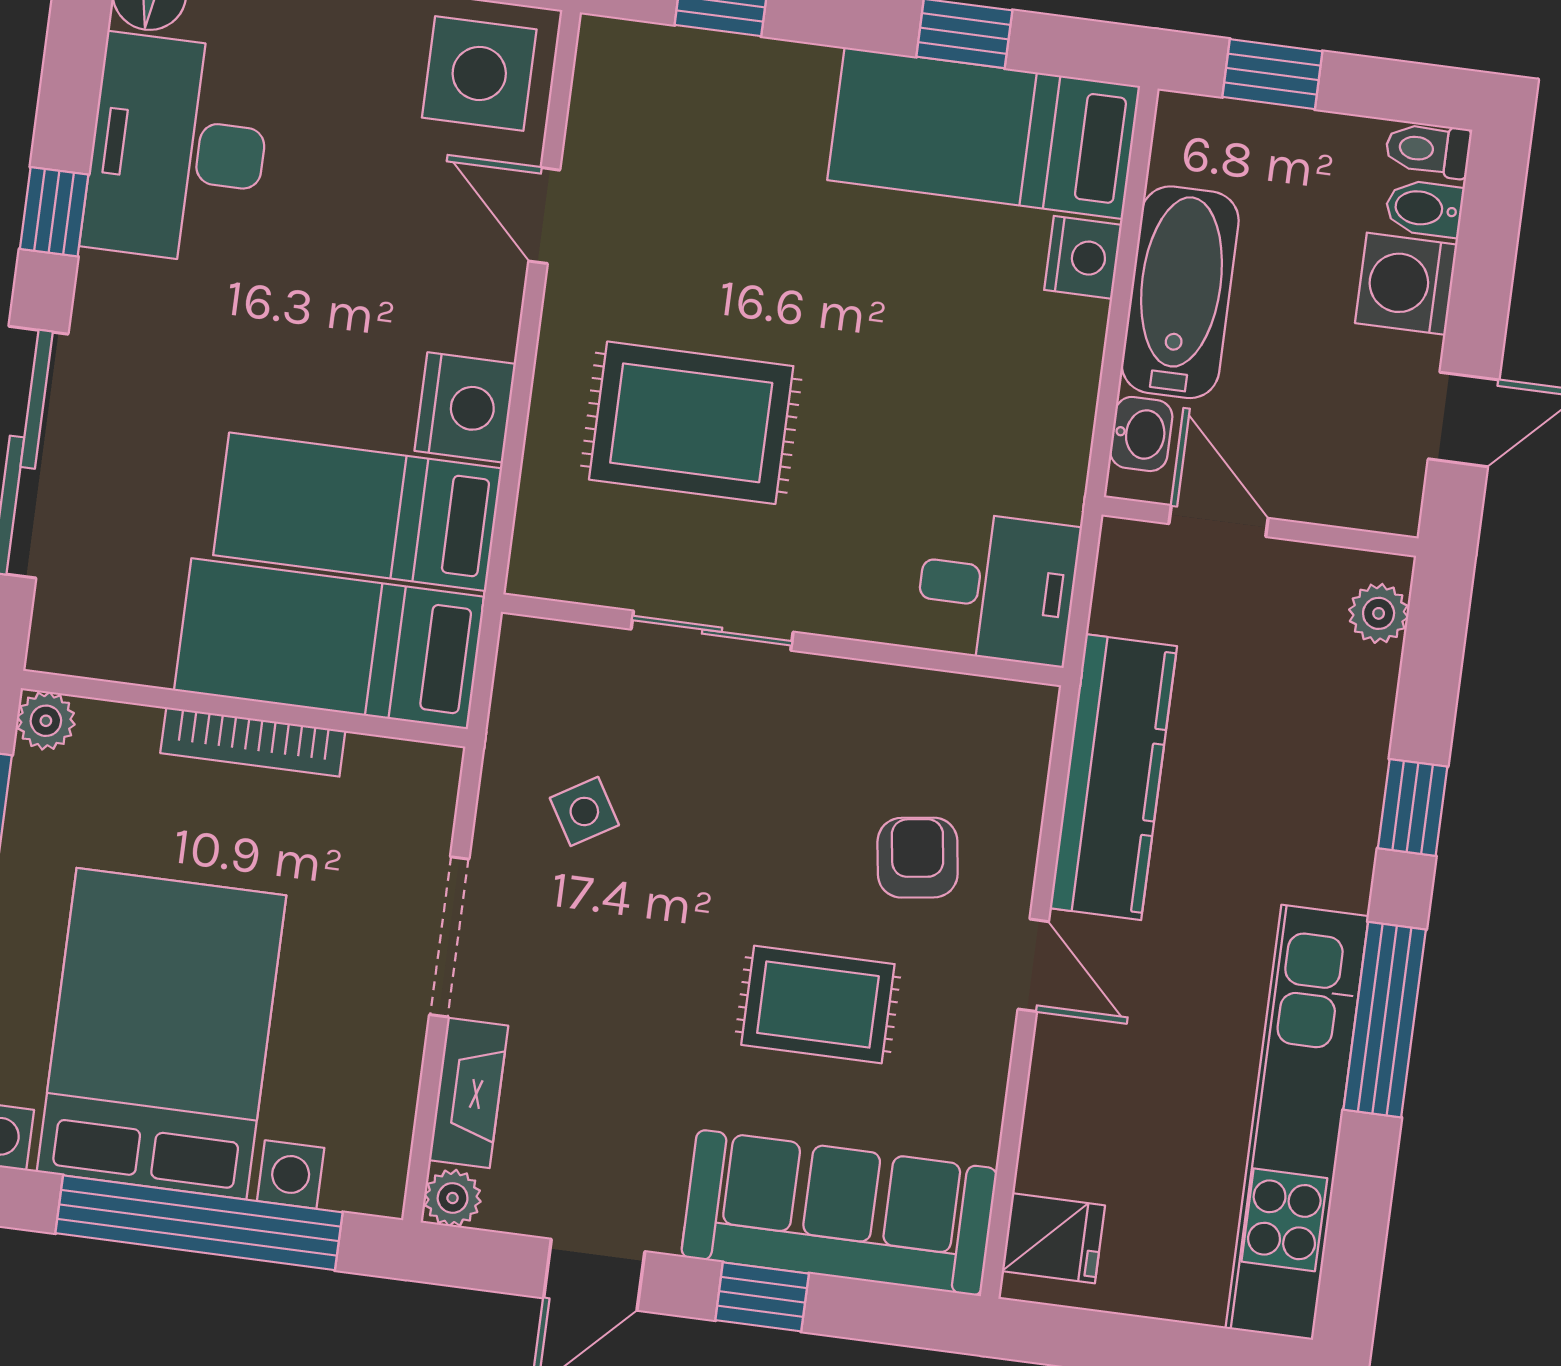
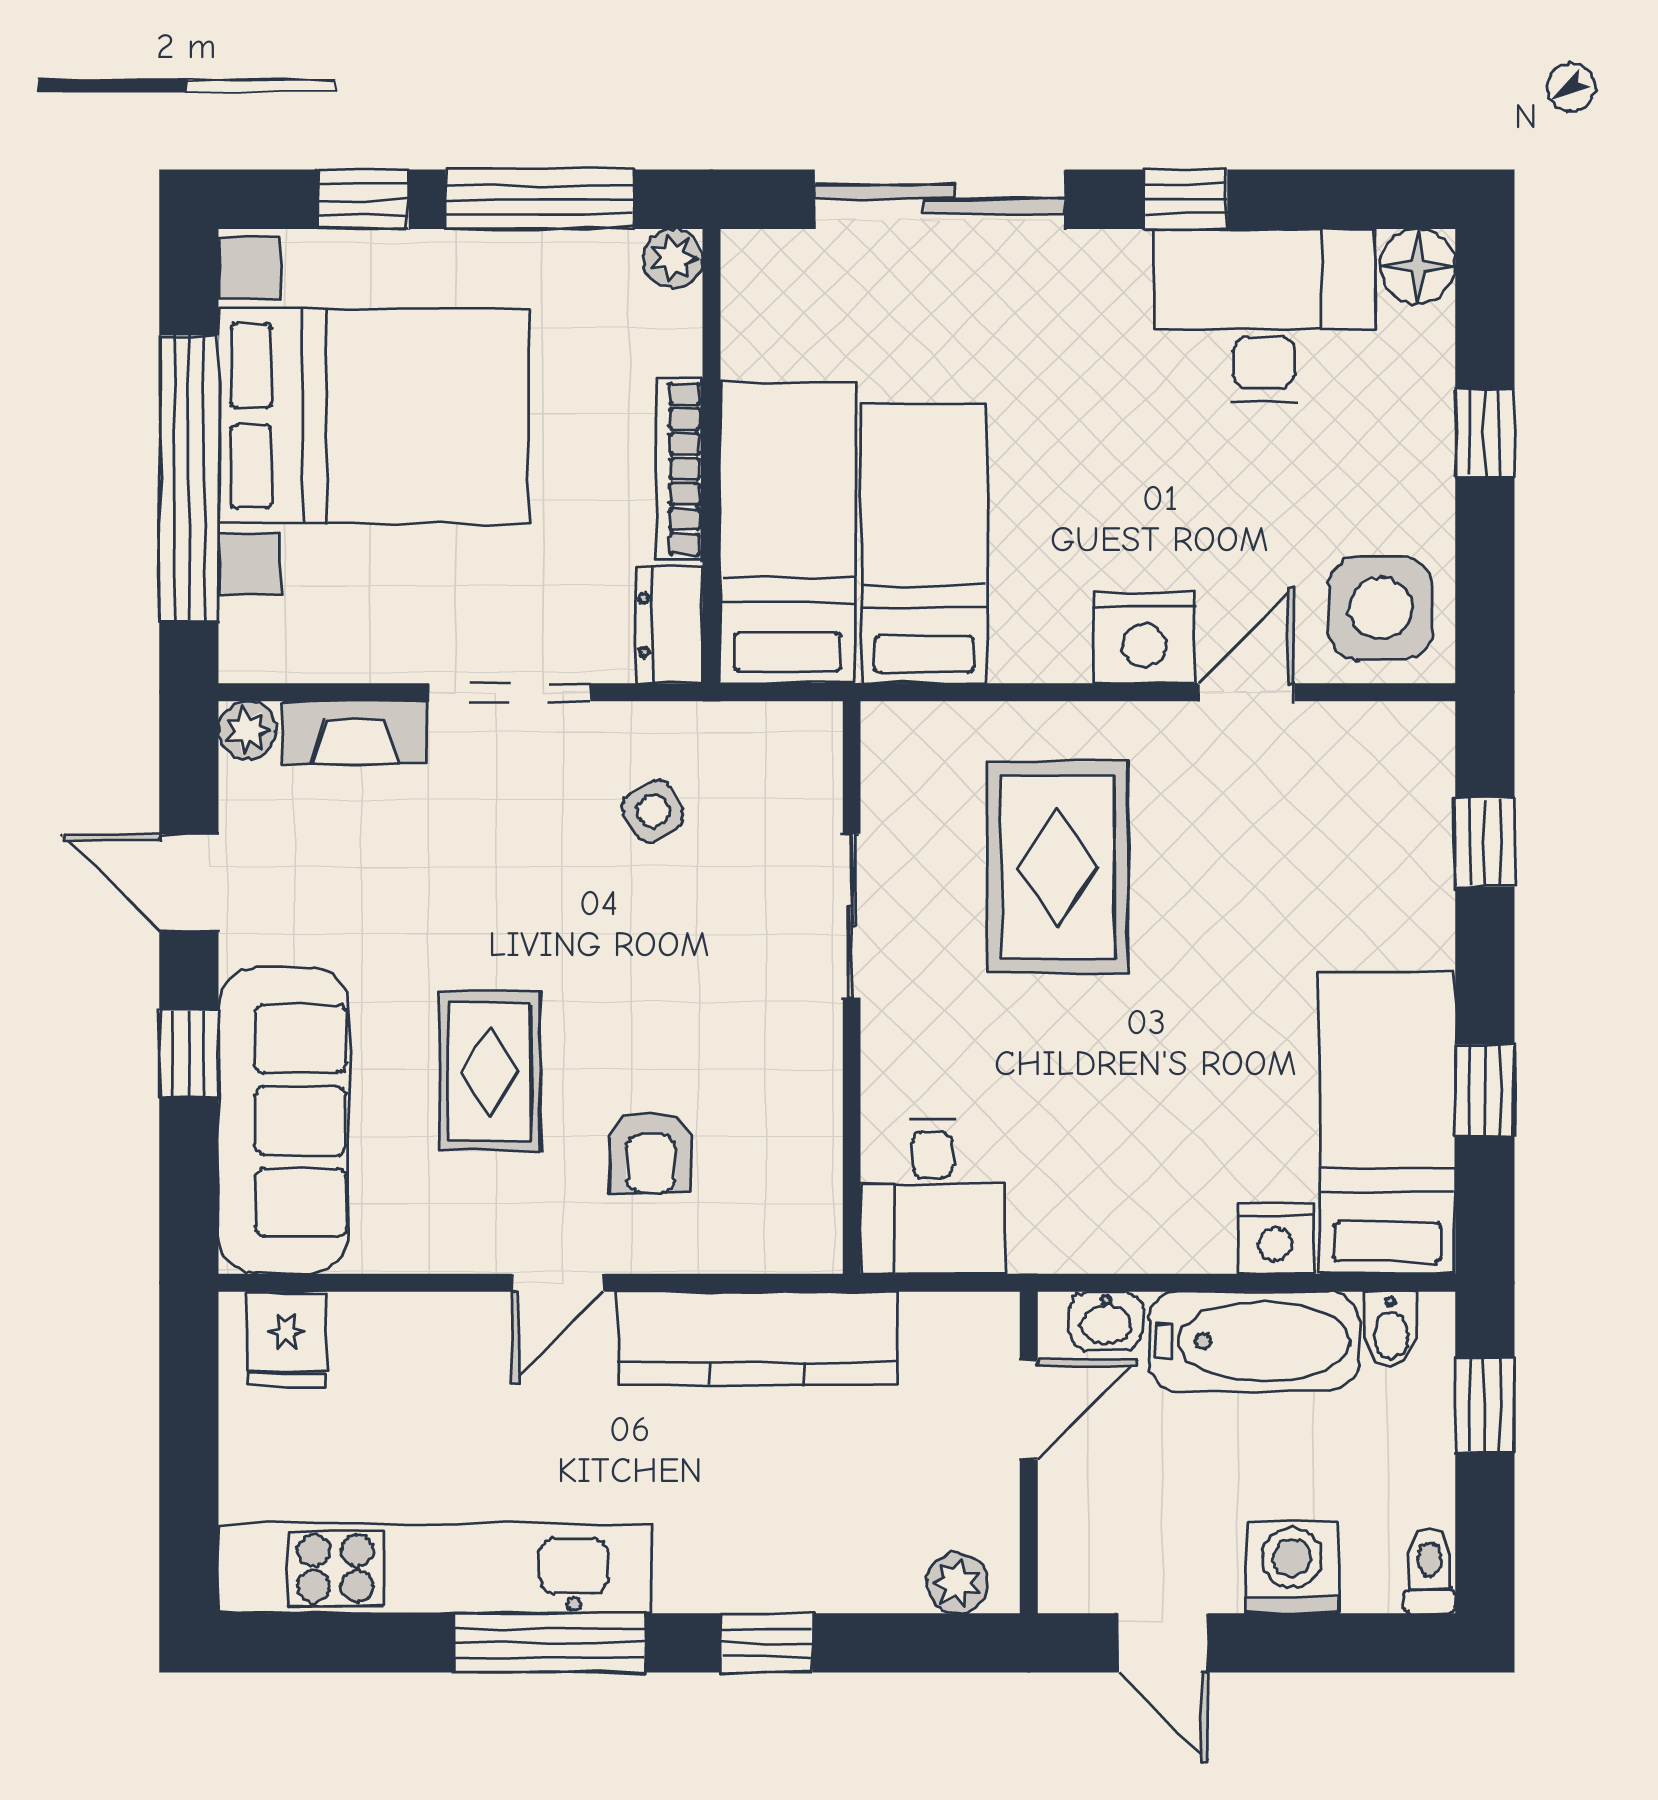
bidet: (1424, 208) -> (1391, 1330), moved, turned 180
nightstand: (465, 407) -> (1144, 638), moved
dresser: (404, 771) -> (670, 625), added
armchair: (918, 858) -> (651, 1152), turned 98

